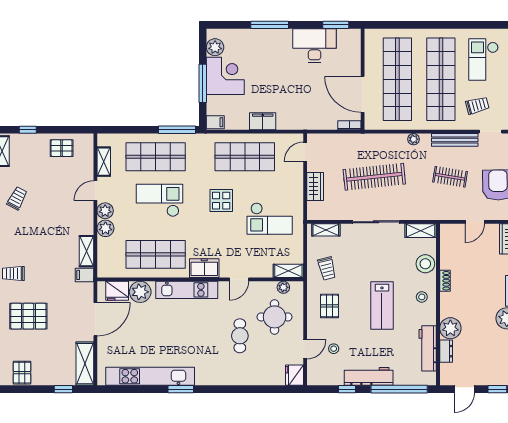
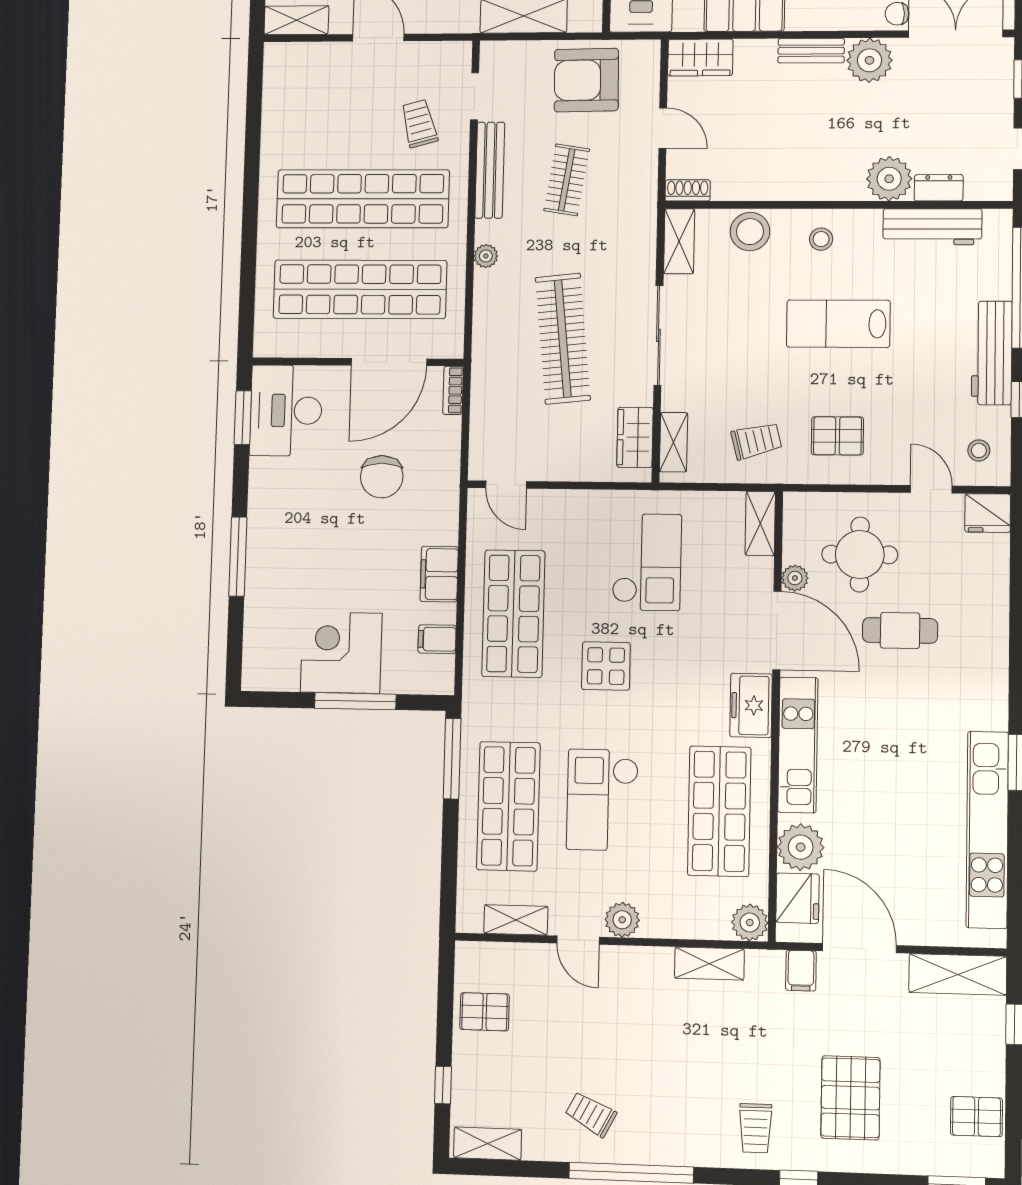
desk: (314, 46) -> (286, 410), moved
plant: (215, 47) -> (280, 673), removed
checkout: (483, 60) -> (325, 111), removed
chair: (308, 93) -> (382, 477), added
filing cabinet: (215, 122) -> (437, 639), moved, turned -90
pallet: (62, 148) -> (485, 1012), turned 90
wardrobe: (315, 186) -> (635, 437), moved, turned -90
plant: (105, 228) -> (750, 923), moved
filing cabinet: (84, 275) -> (801, 971), moved
door: (239, 279) -> (777, 631), width x1.88
shoe rack: (445, 281) -> (688, 190), moved
plant: (283, 287) -> (795, 578), moved
lab bench: (382, 306) -> (838, 324), turned 180
stool: (334, 349) -> (979, 450), moved

